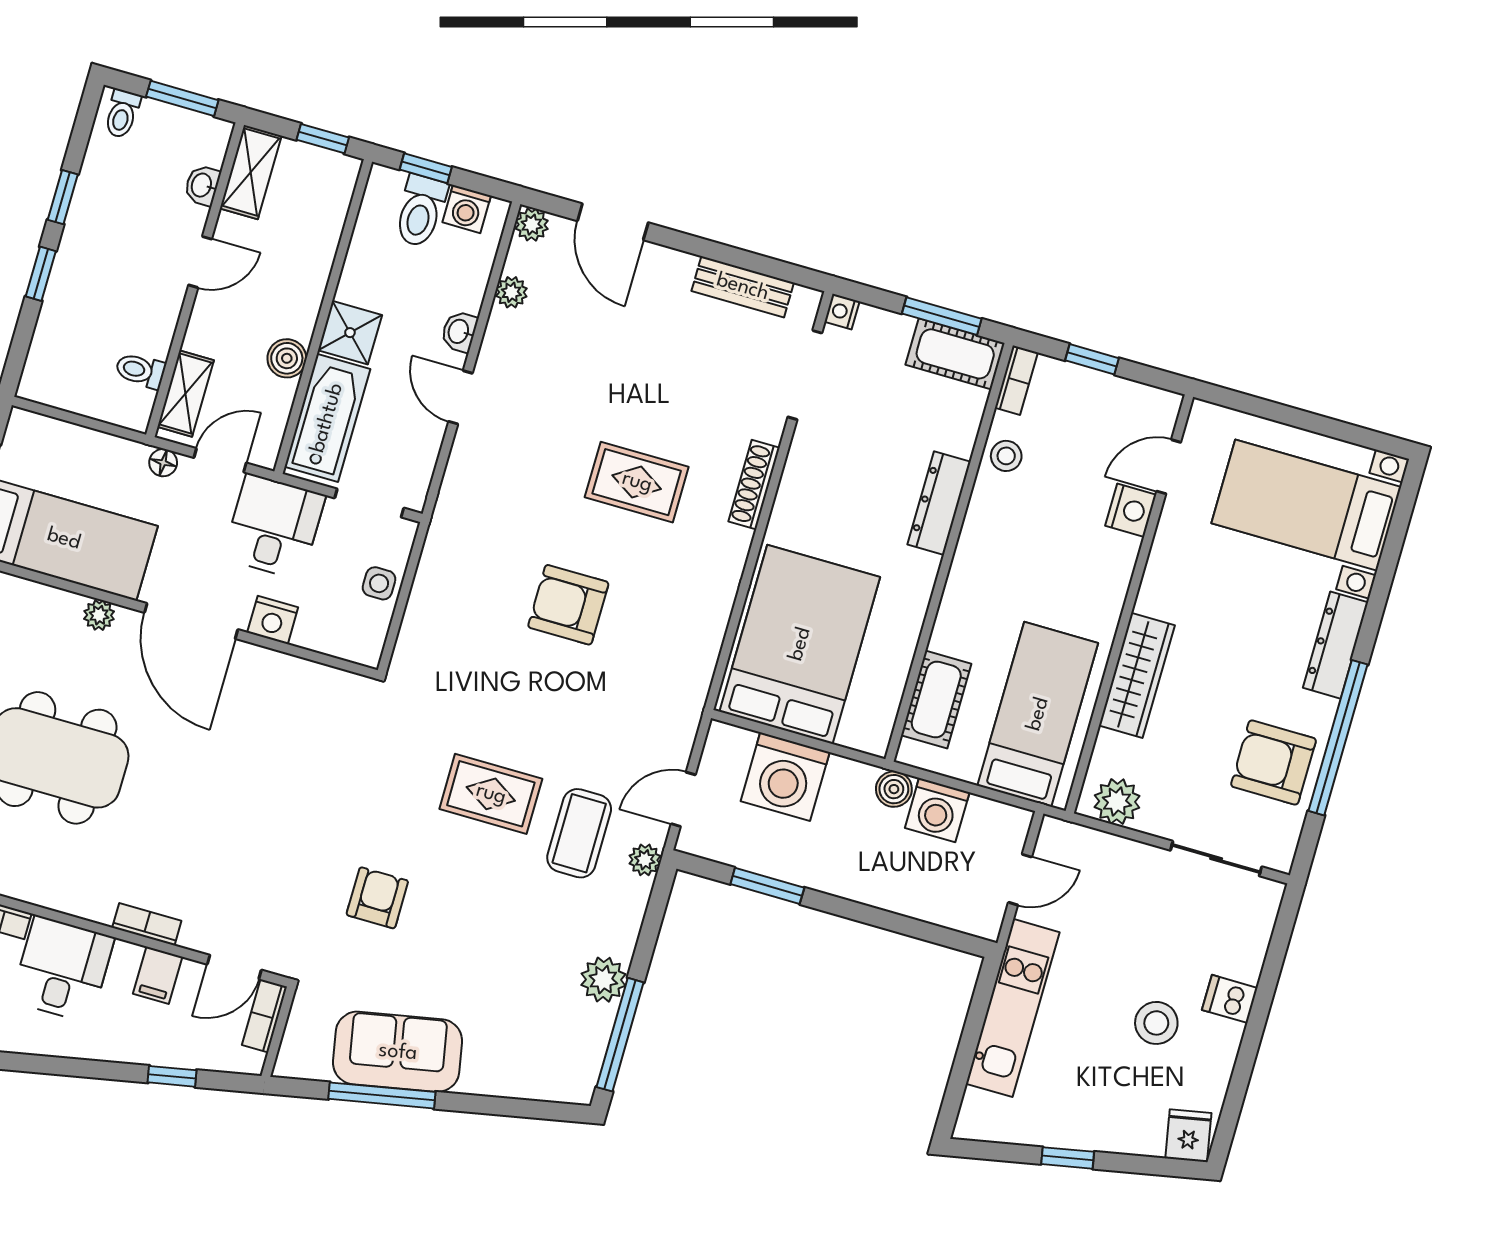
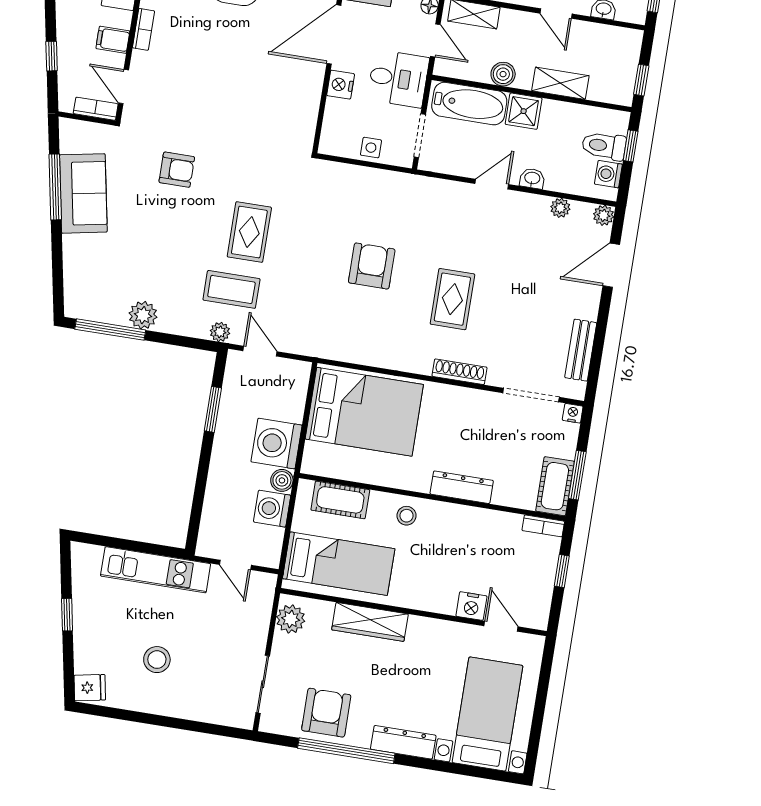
shelving: (251, 172) -> (560, 83), moved
stool: (1006, 456) -> (407, 516), moved
washing machine: (785, 777) -> (276, 444), moved
dishwasher: (1230, 999) -> (177, 703), removed

